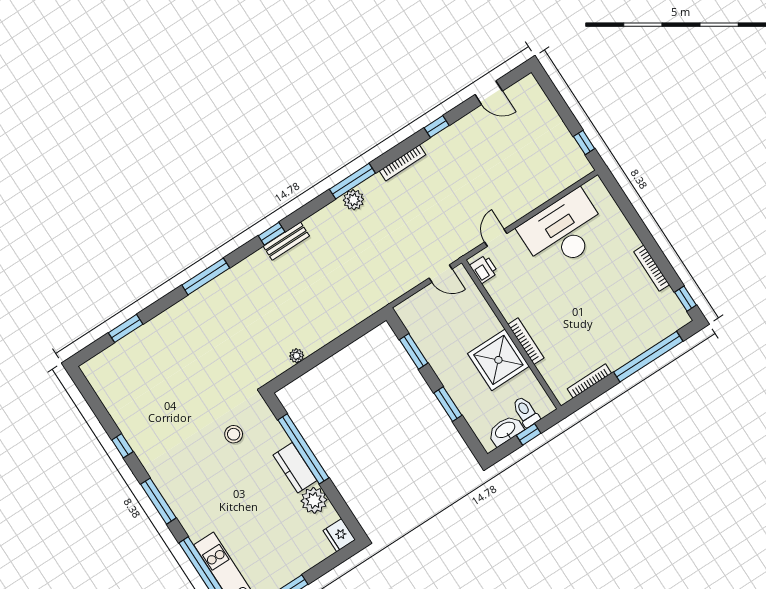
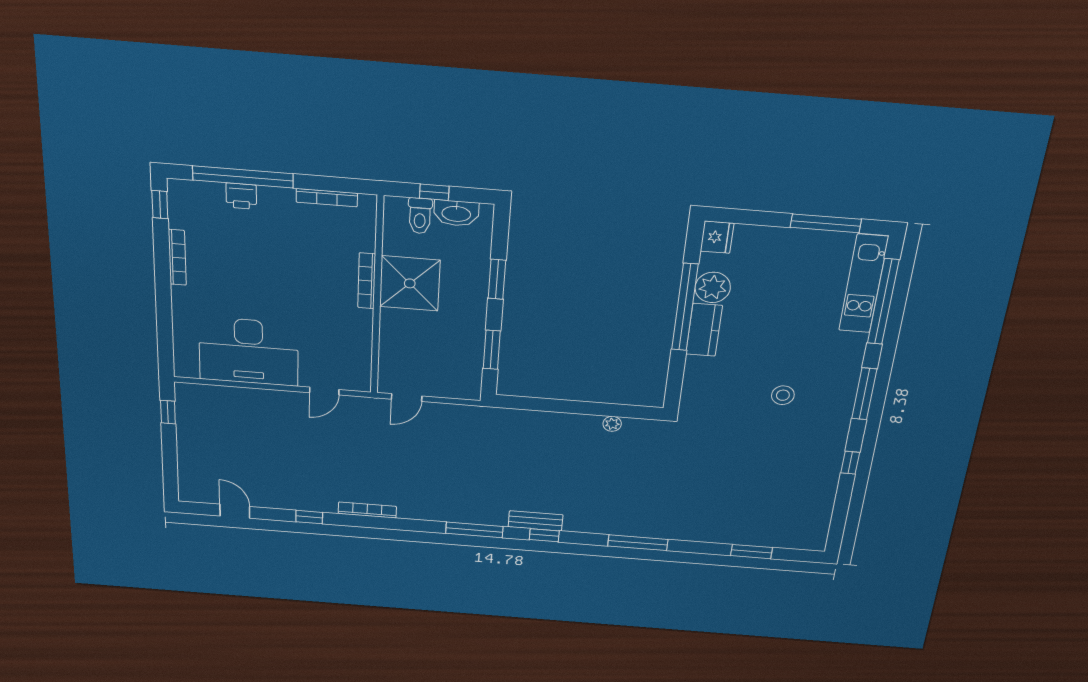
window: (352, 181) -> (474, 530), moved
plant: (354, 200) -> (441, 512), removed
printer: (484, 269) -> (241, 196), moved, turned -90
door: (441, 274) -> (407, 398), swing flipped
stool: (234, 434) -> (783, 395), moved
window: (303, 449) -> (685, 307), moved

